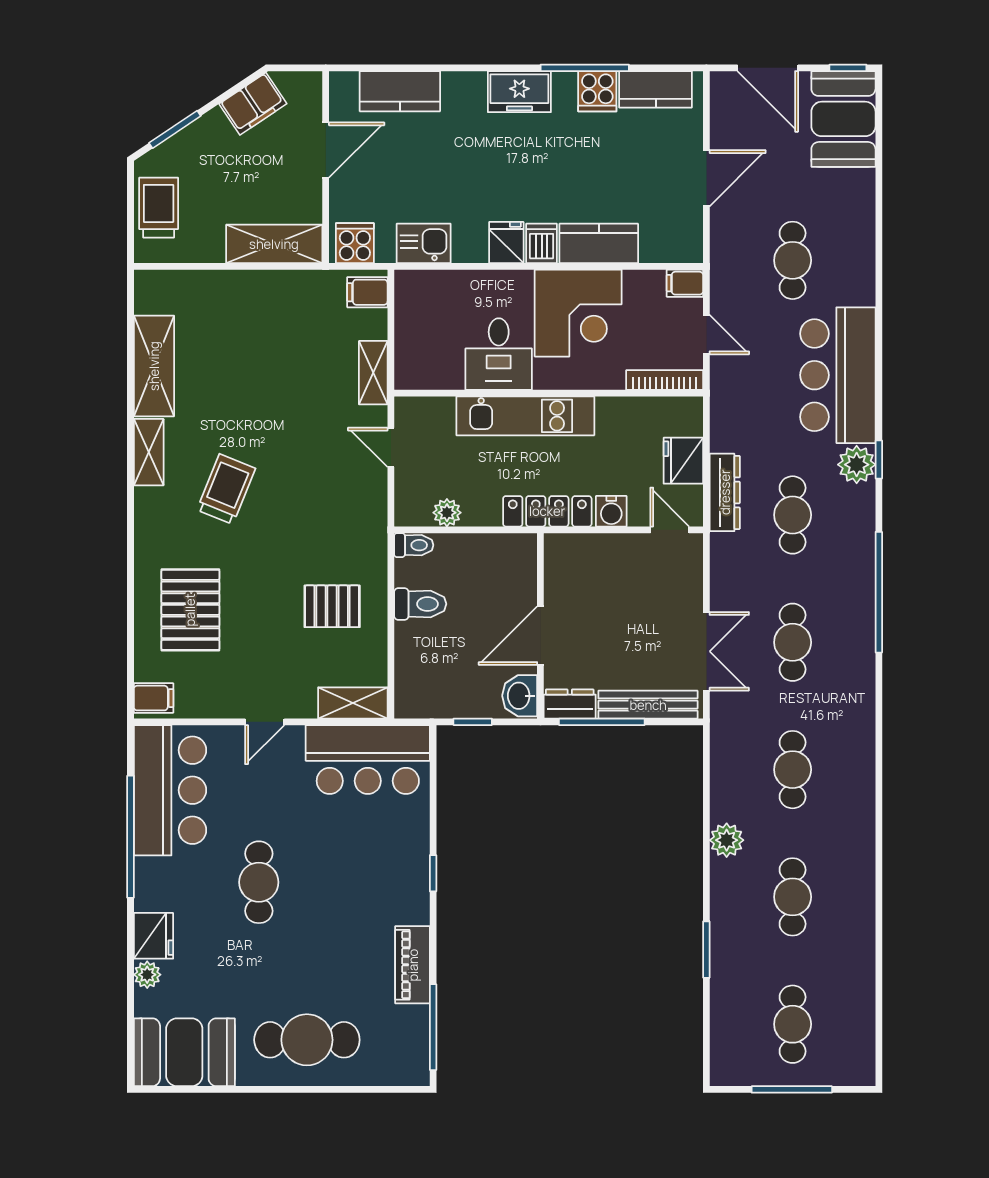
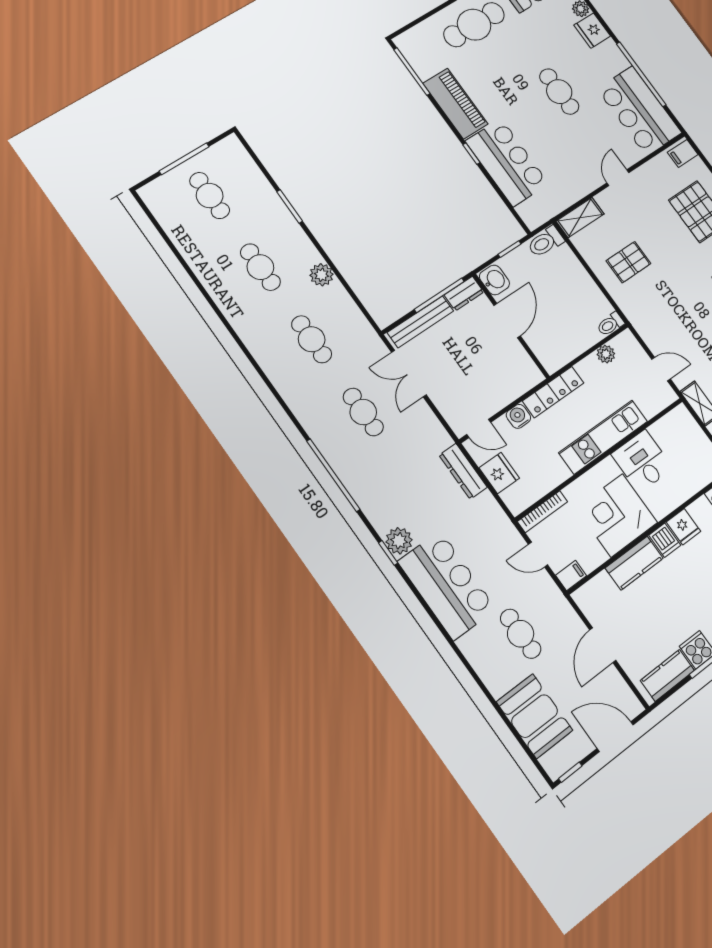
booth: (843, 119) -> (535, 716), moved
cafe table: (793, 515) -> (415, 485), removed
toilet: (420, 604) -> (546, 242), moved
bar counter: (368, 759) -> (507, 162), moved, turned 90
piano: (413, 965) -> (455, 104), width x1.37, depth x1.33

